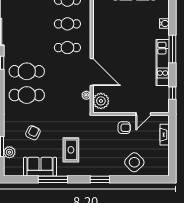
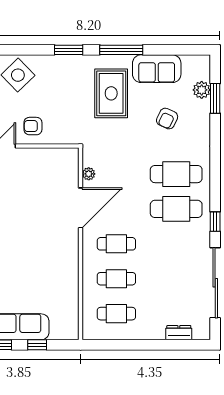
door: (92, 72) -> (81, 208), swing flipped
plant: (101, 101) -> (67, 165), removed
rug: (71, 150) -> (111, 93), width x1.36, depth x1.43
window: (53, 179) -> (121, 50), moved

